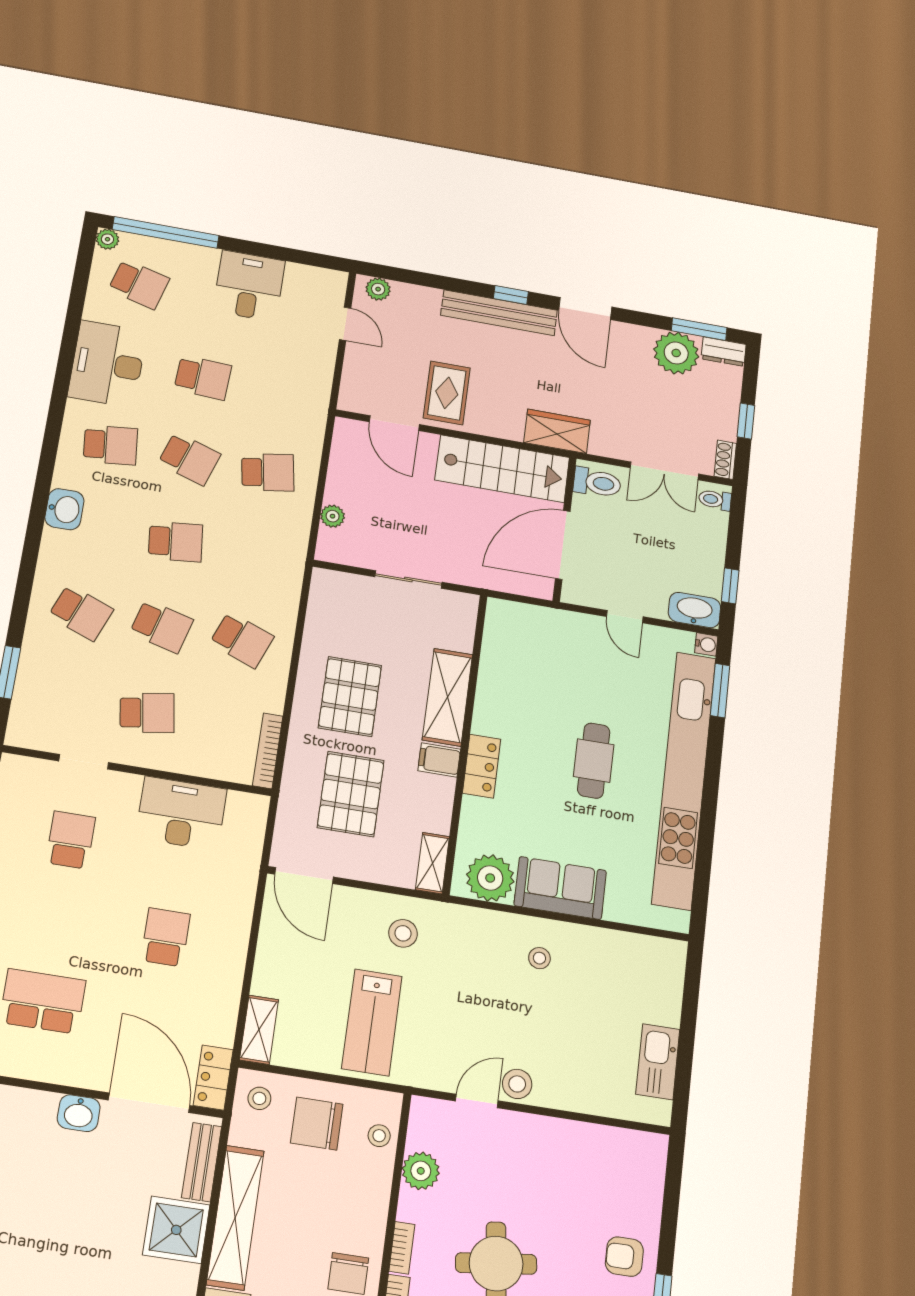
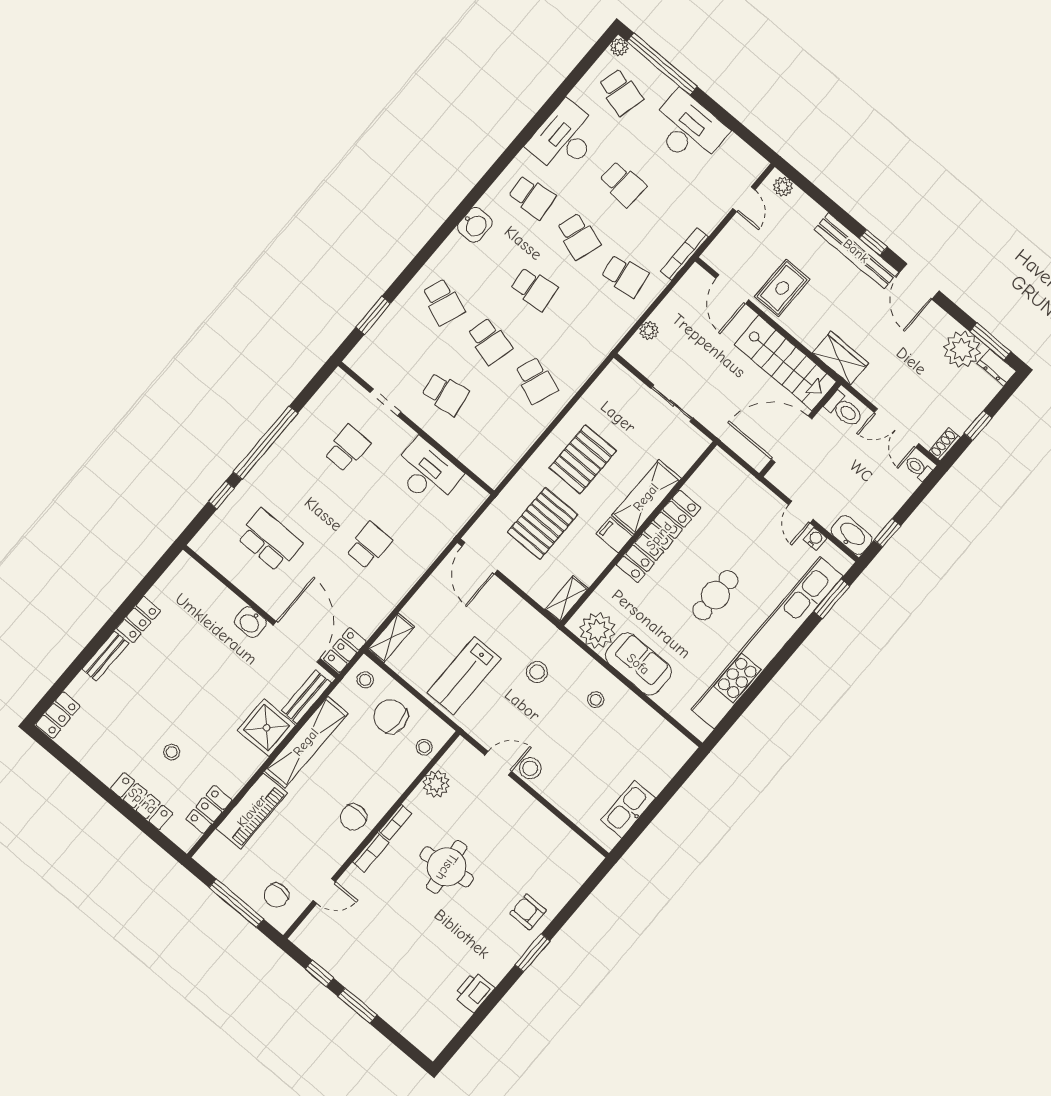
desk: (249, 286) -> (688, 129), width x1.37
water cooler: (706, 644) -> (815, 539), moved, turned -90
bookcase: (268, 751) -> (684, 254), moved
locker: (482, 766) -> (659, 536), width x2.16, depth x1.21
stool: (403, 933) -> (537, 672), moved

